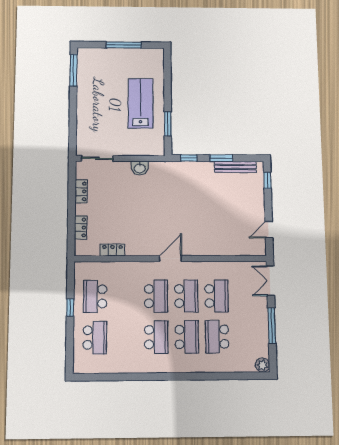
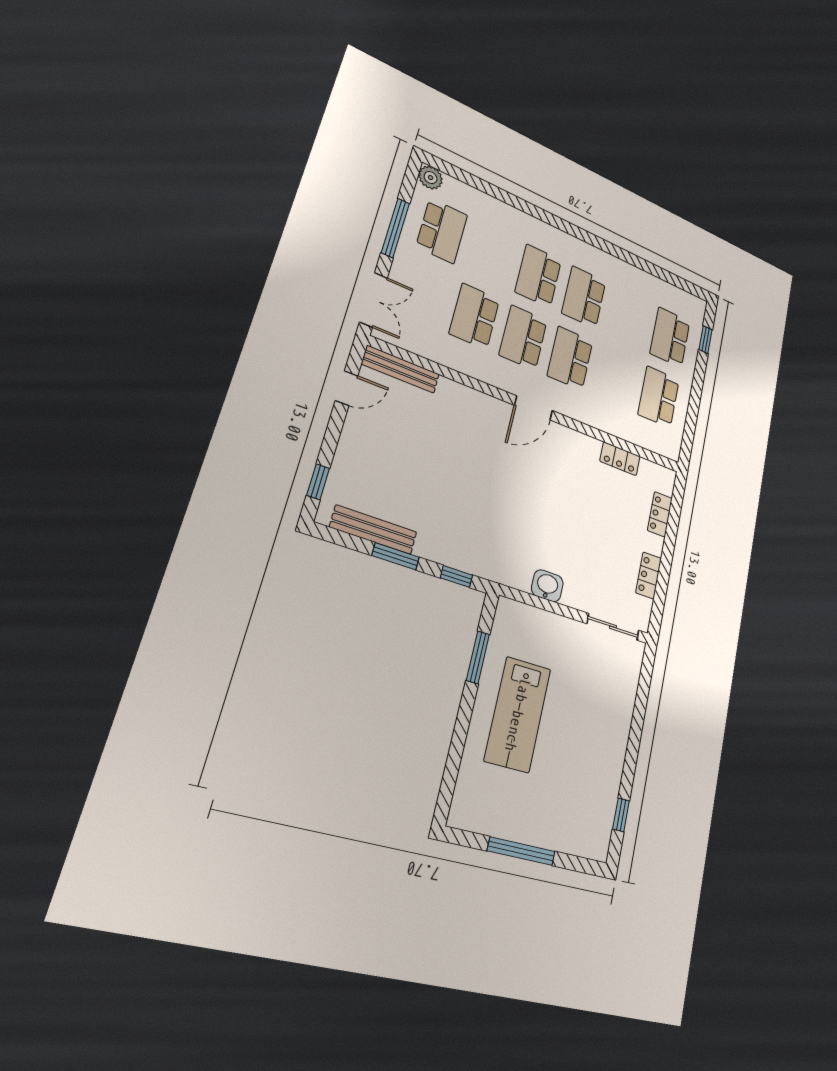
window: (74, 70) -> (621, 815), width x0.46
bench: (246, 250) -> (401, 369), added
school desk: (95, 296) -> (659, 397), turned 180
window: (70, 308) -> (706, 340), moved
school desk: (217, 337) -> (442, 231), moved

